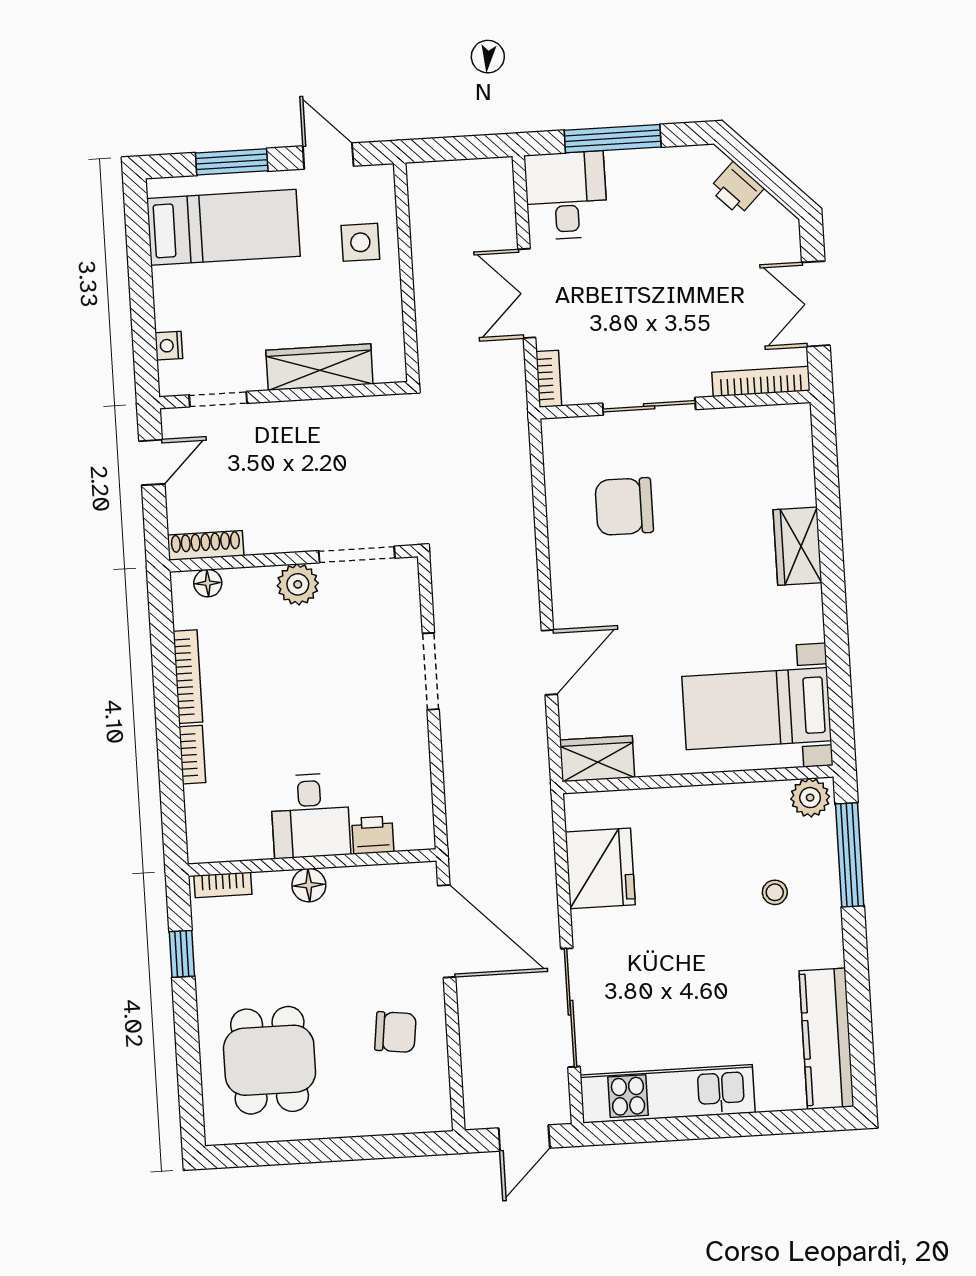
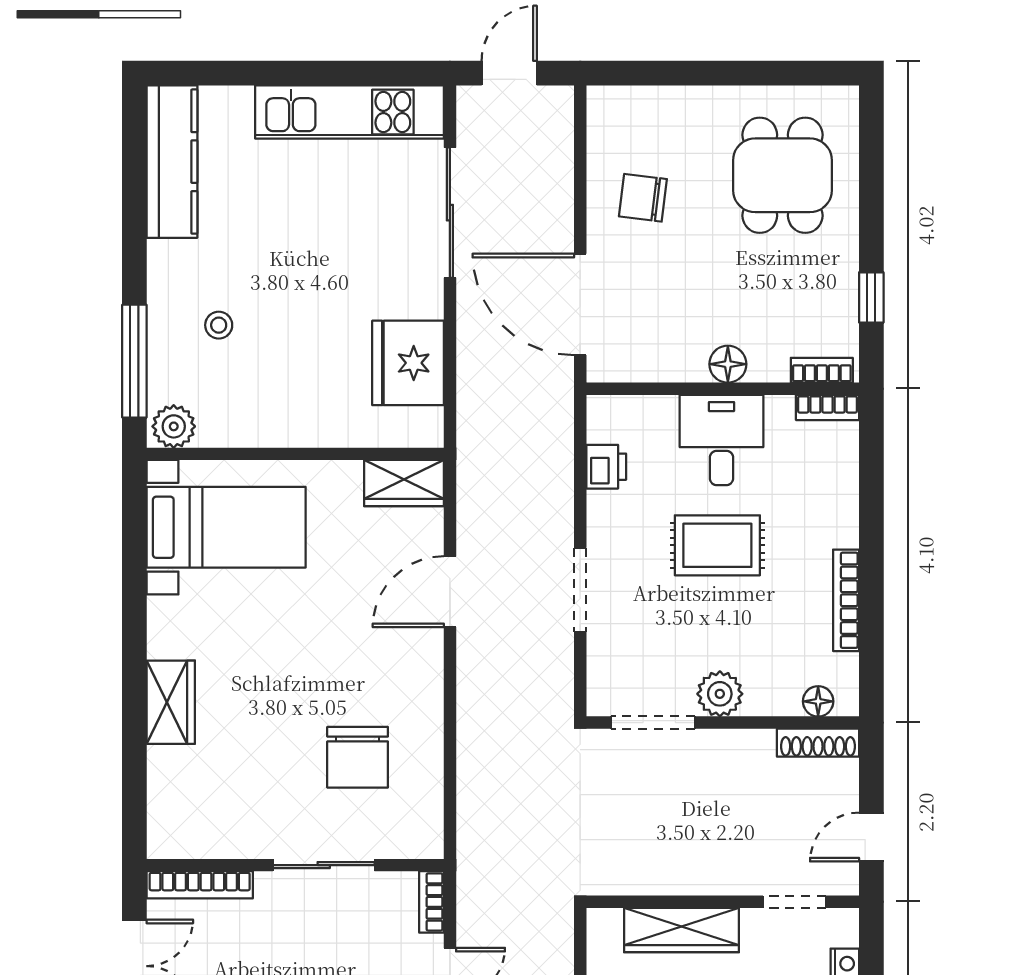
chair: (624, 506) -> (358, 757), turned 90
rug: (308, 720) -> (717, 545), added
bookcase: (192, 755) -> (828, 407), moved, turned -90
printer: (373, 835) -> (606, 467), moved, turned -90

